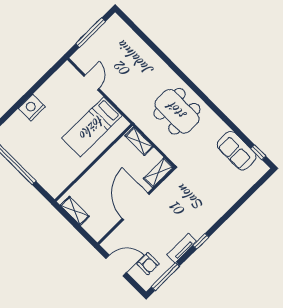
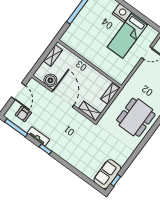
bed: (92, 127) -> (128, 35), moved, turned -90
sofa: (237, 151) -> (107, 174), moved
door: (136, 207) -> (63, 99), hinge flipped
boiler: (108, 220) -> (50, 80), added

